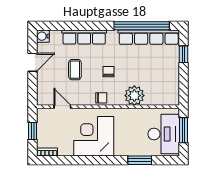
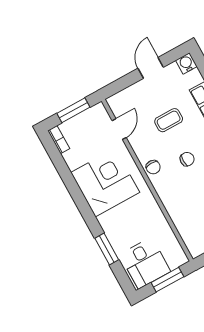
door: (32, 62) -> (151, 68), swing flipped
plant: (134, 96) -> (176, 203), removed
window: (32, 131) -> (73, 110), width x1.50
desk: (164, 134) -> (145, 263), width x0.73

